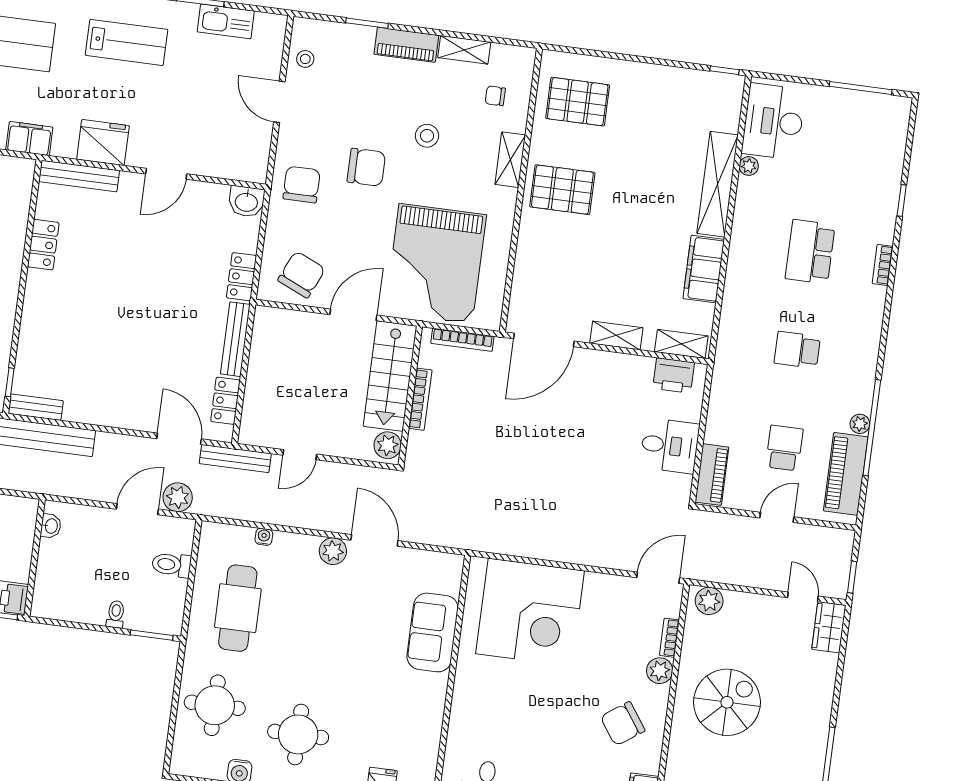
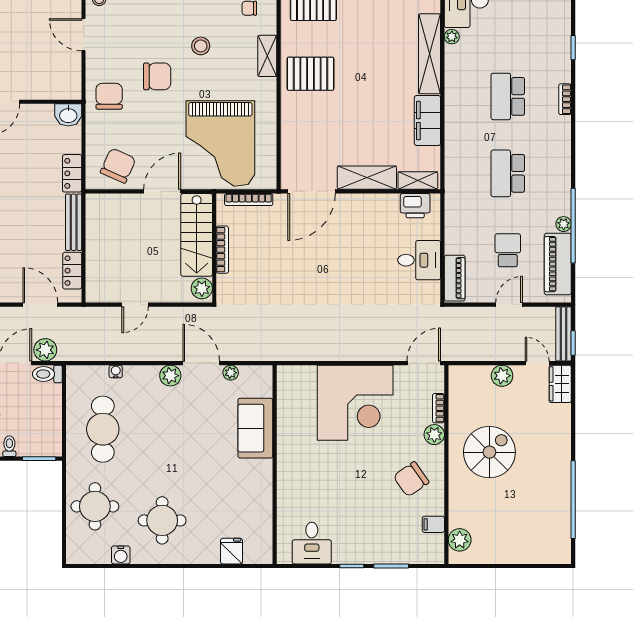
shelving: (616, 335) -> (367, 178), width x1.50, depth x1.33
school desk: (797, 350) -> (508, 173), width x1.85
bench: (235, 459) -> (564, 334), moved, turned 90
plant: (410, 557) -> (231, 373), added
toilet: (171, 565) -> (47, 374), moved
plant: (709, 601) -> (502, 376), moved
corner desk: (530, 612) -> (355, 403), moved

